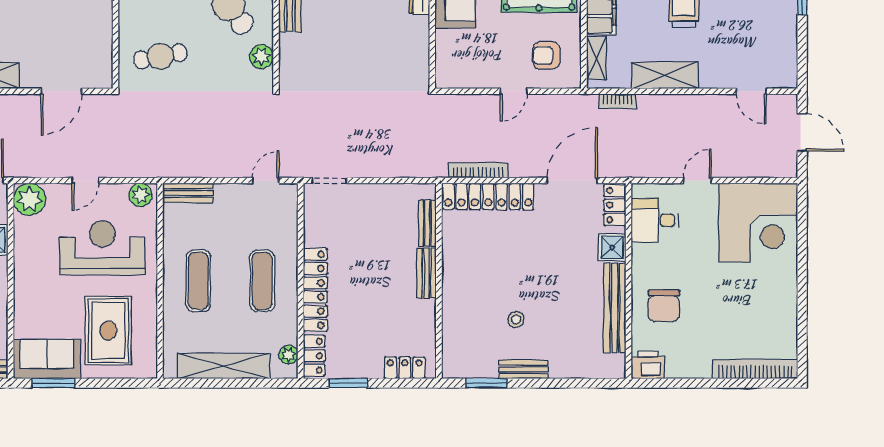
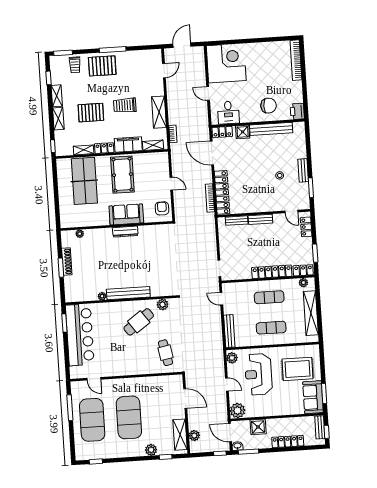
armchair: (546, 55) -> (162, 208), moved, turned 180
bench: (188, 193) -> (229, 331), width x1.36
door: (439, 339) -> (291, 211), added

